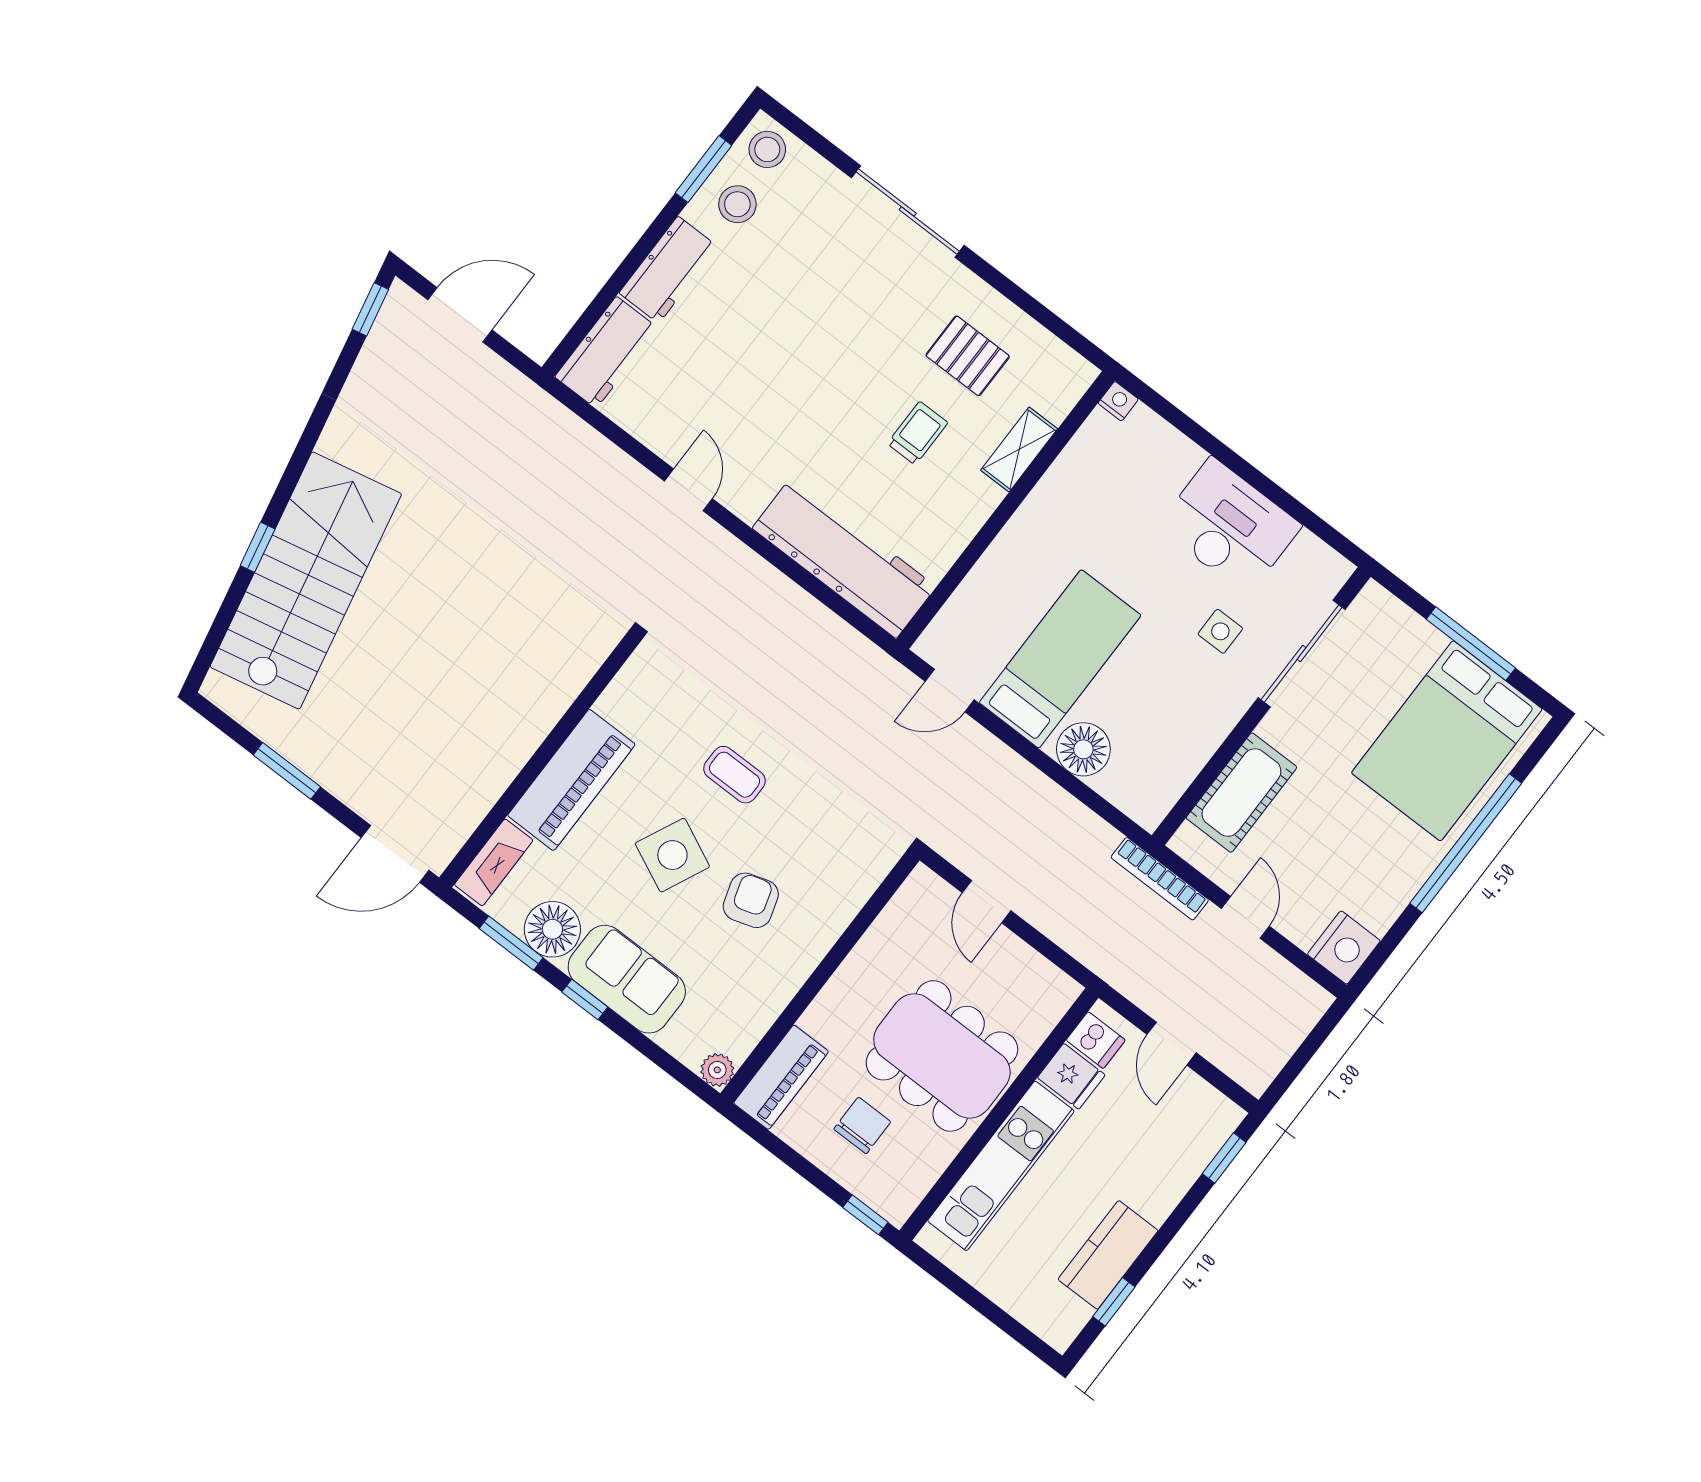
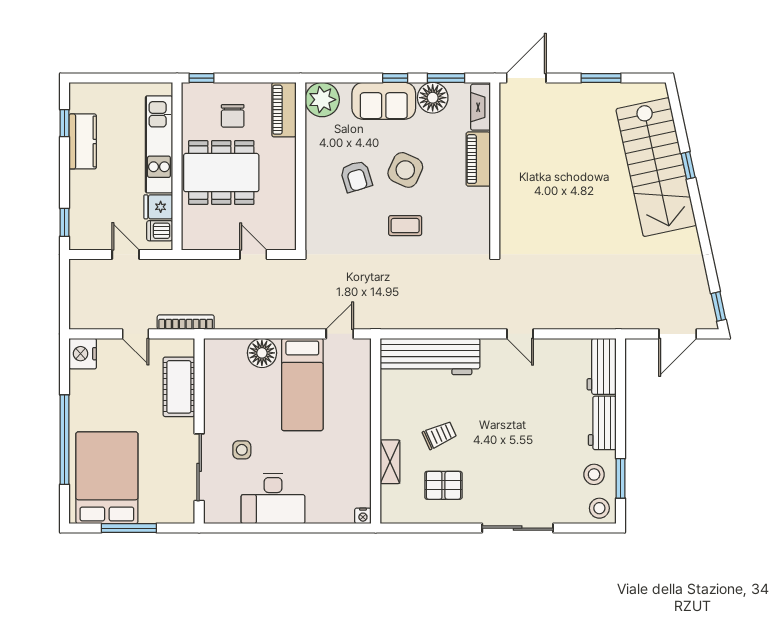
trolley: (918, 433) -> (439, 435), turned -114
piano: (571, 780) -> (478, 159), width x0.73, depth x0.75
plant: (717, 1070) -> (322, 100), width x1.88, depth x1.88

